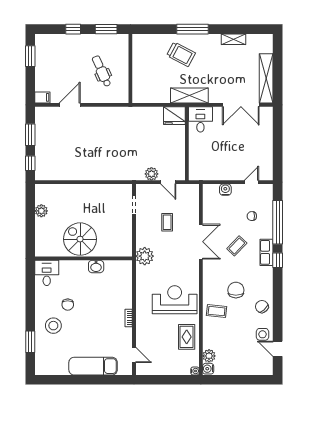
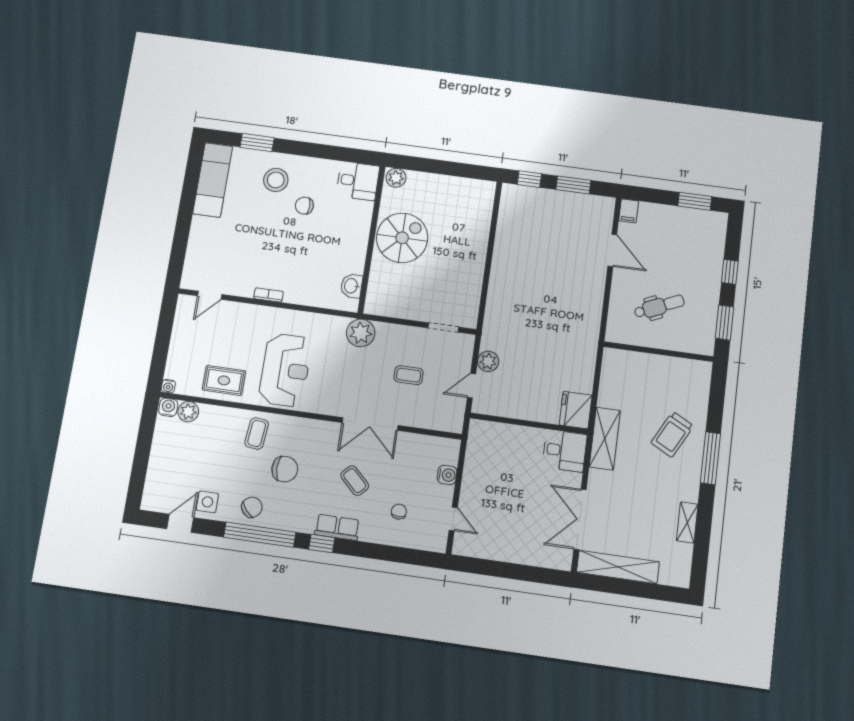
plant: (41, 211) -> (396, 178), moved
window: (278, 222) -> (260, 535), moved
washbasin: (96, 267) -> (351, 286), moved
exam couch: (93, 366) -> (213, 180), moved

